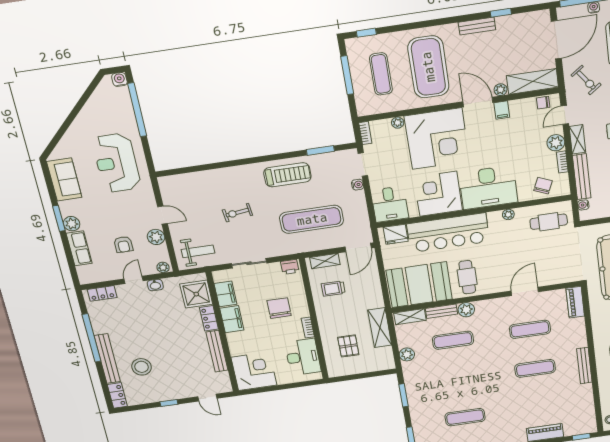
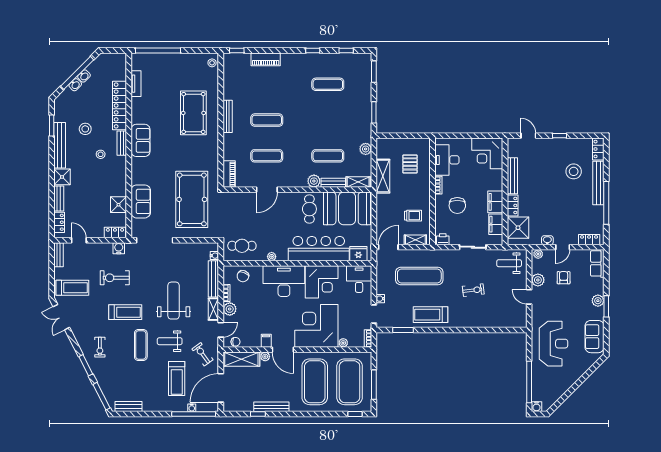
bench: (477, 26) -> (271, 407), width x1.36
exercise mat: (381, 74) -> (350, 382), width x2.00, depth x1.45
row of seats: (79, 248) -> (597, 263), moved

